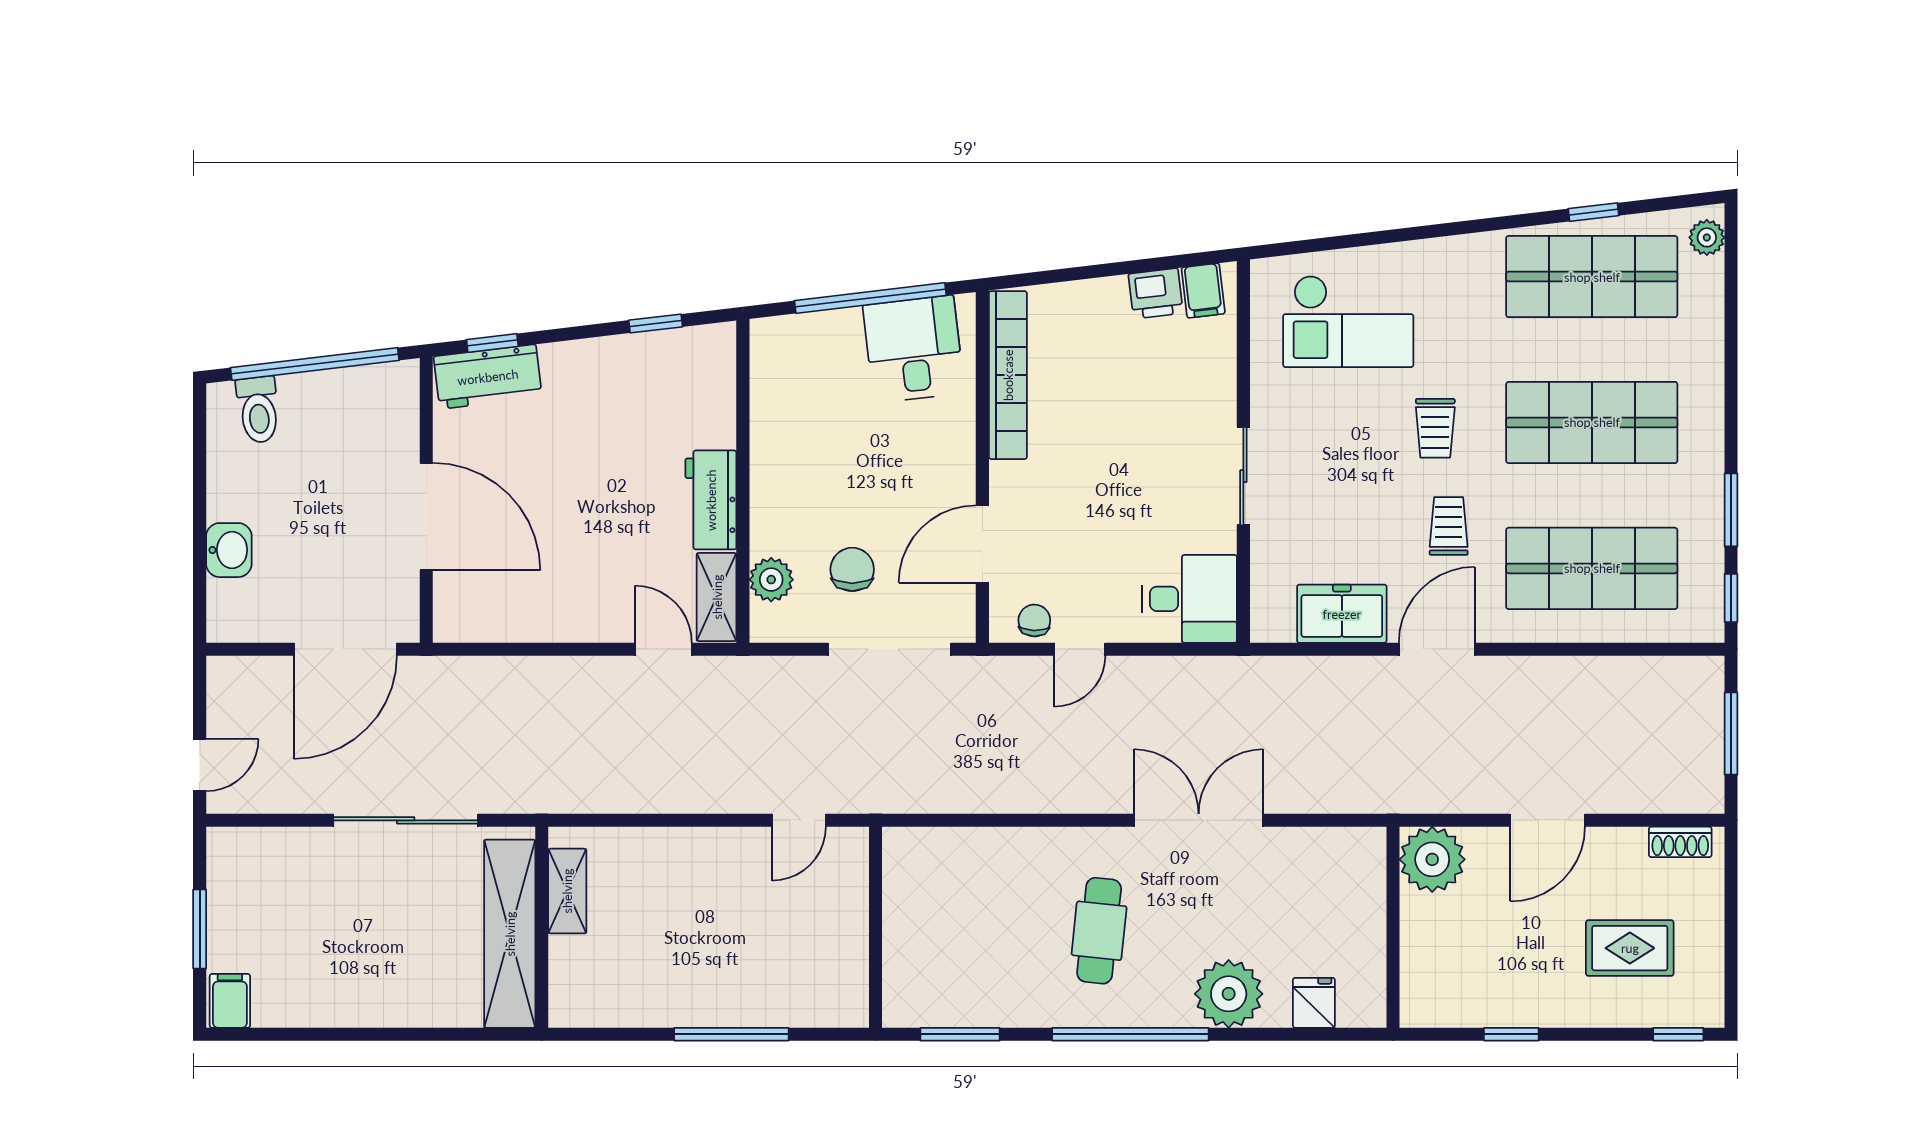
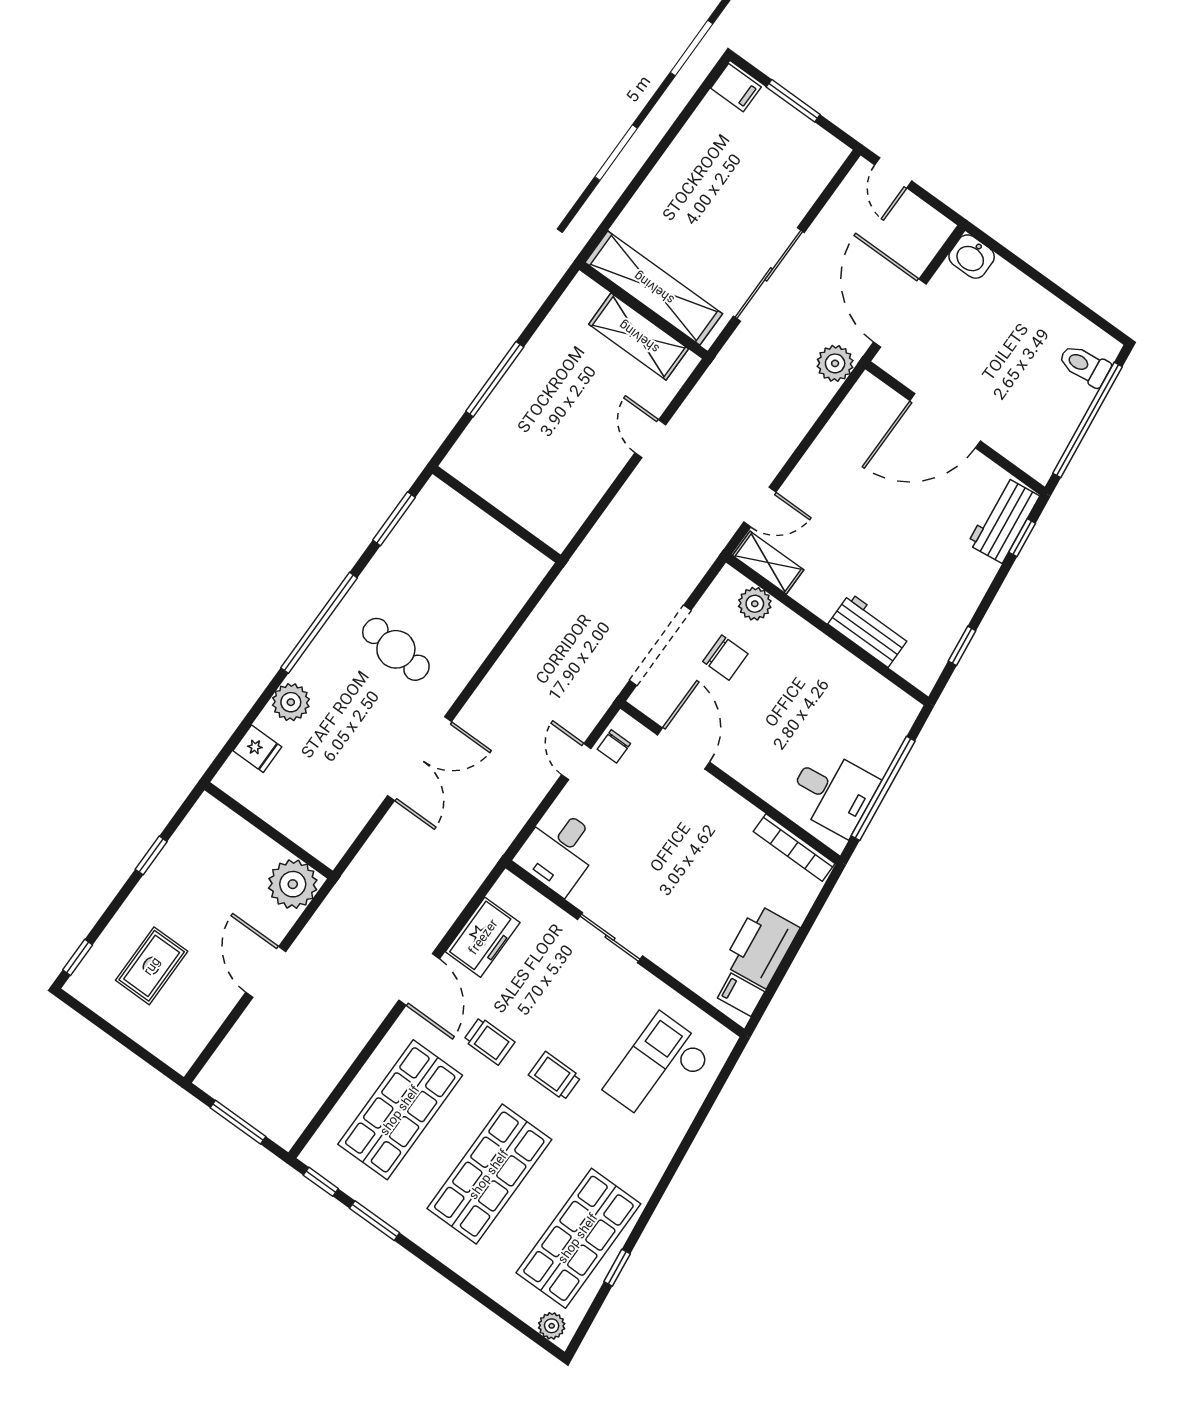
printer: (1156, 293) -> (761, 946), width x1.87, depth x1.48
bookcase: (1008, 375) -> (794, 848), width x0.68, depth x0.76
workbench: (711, 500) -> (869, 630), moved
washbasin: (229, 550) -> (972, 257), moved
chair: (1034, 621) -> (614, 746), turned 88
plant: (450, 680) -> (835, 363), added
door: (799, 820) -> (650, 439), moved
shoe rack: (1680, 842) -> (194, 1043), removed
shelving: (567, 891) -> (639, 337), width x1.50, depth x1.33
plant: (1229, 994) -> (291, 702), width x0.73, depth x0.73

